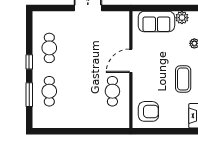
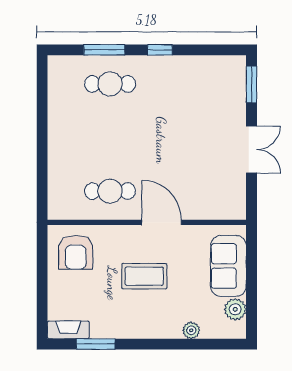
window: (50, 8) -> (251, 84), added
cafe table: (49, 48) -> (184, 84), removed
coffee table: (183, 79) -> (144, 276), moved

